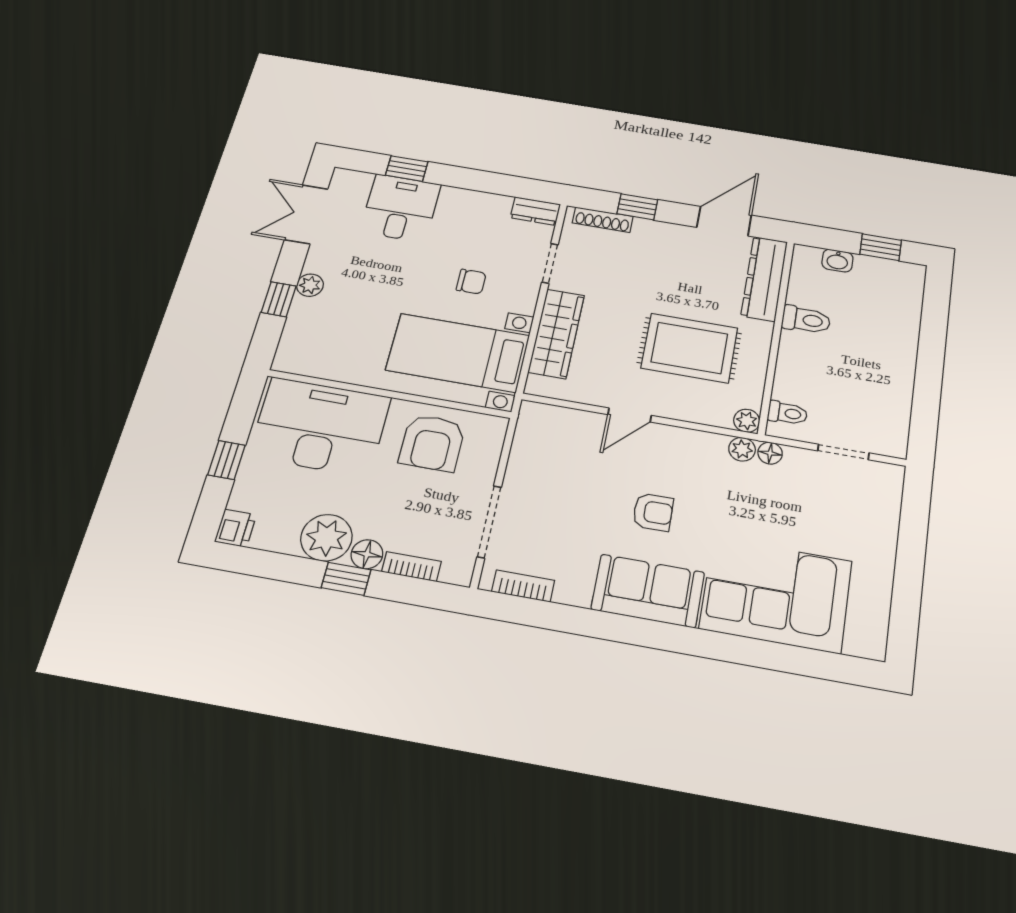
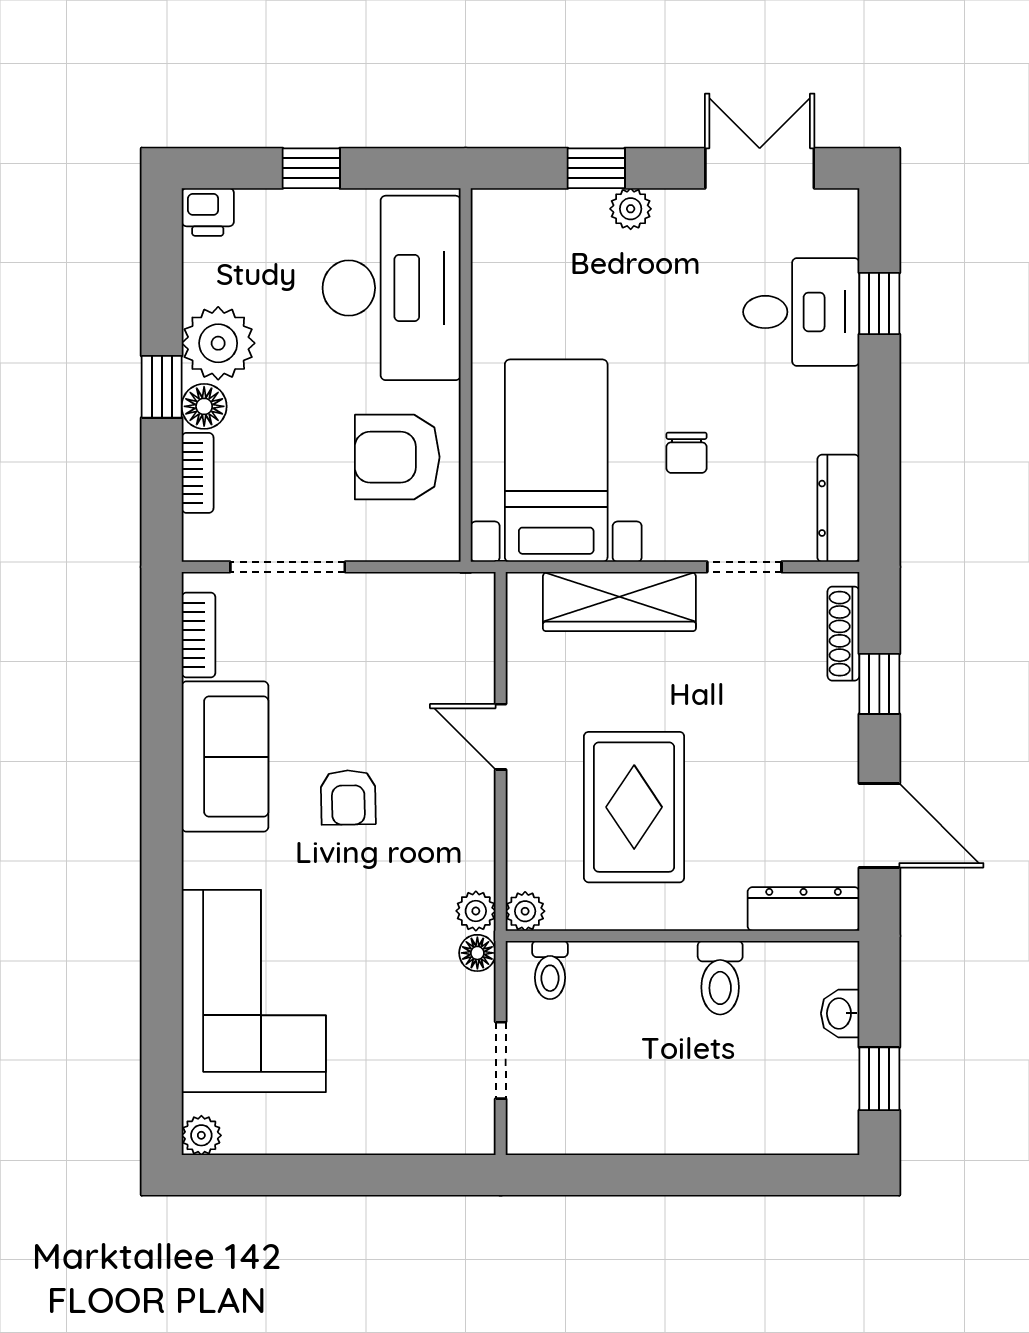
dresser: (535, 211) -> (838, 508), width x1.44
dresser: (764, 279) -> (804, 909), width x0.73, depth x0.80
sofa: (648, 591) -> (225, 757), moved
plant: (873, 647) -> (201, 1135), added

